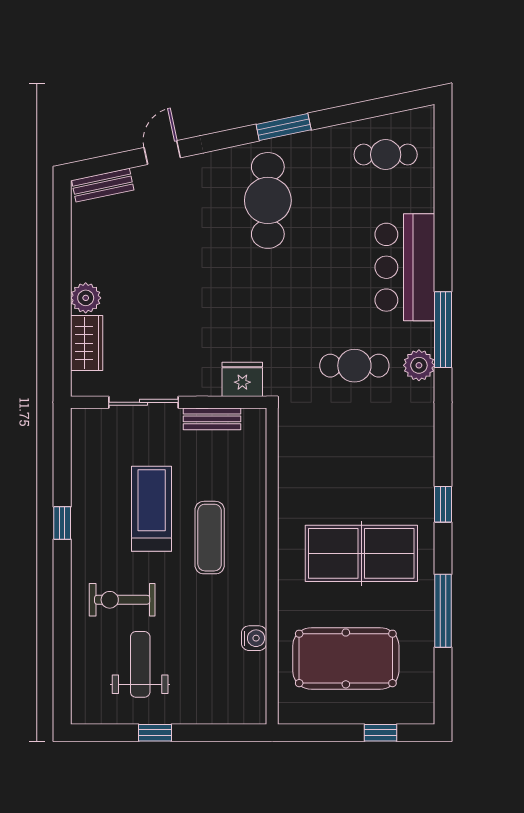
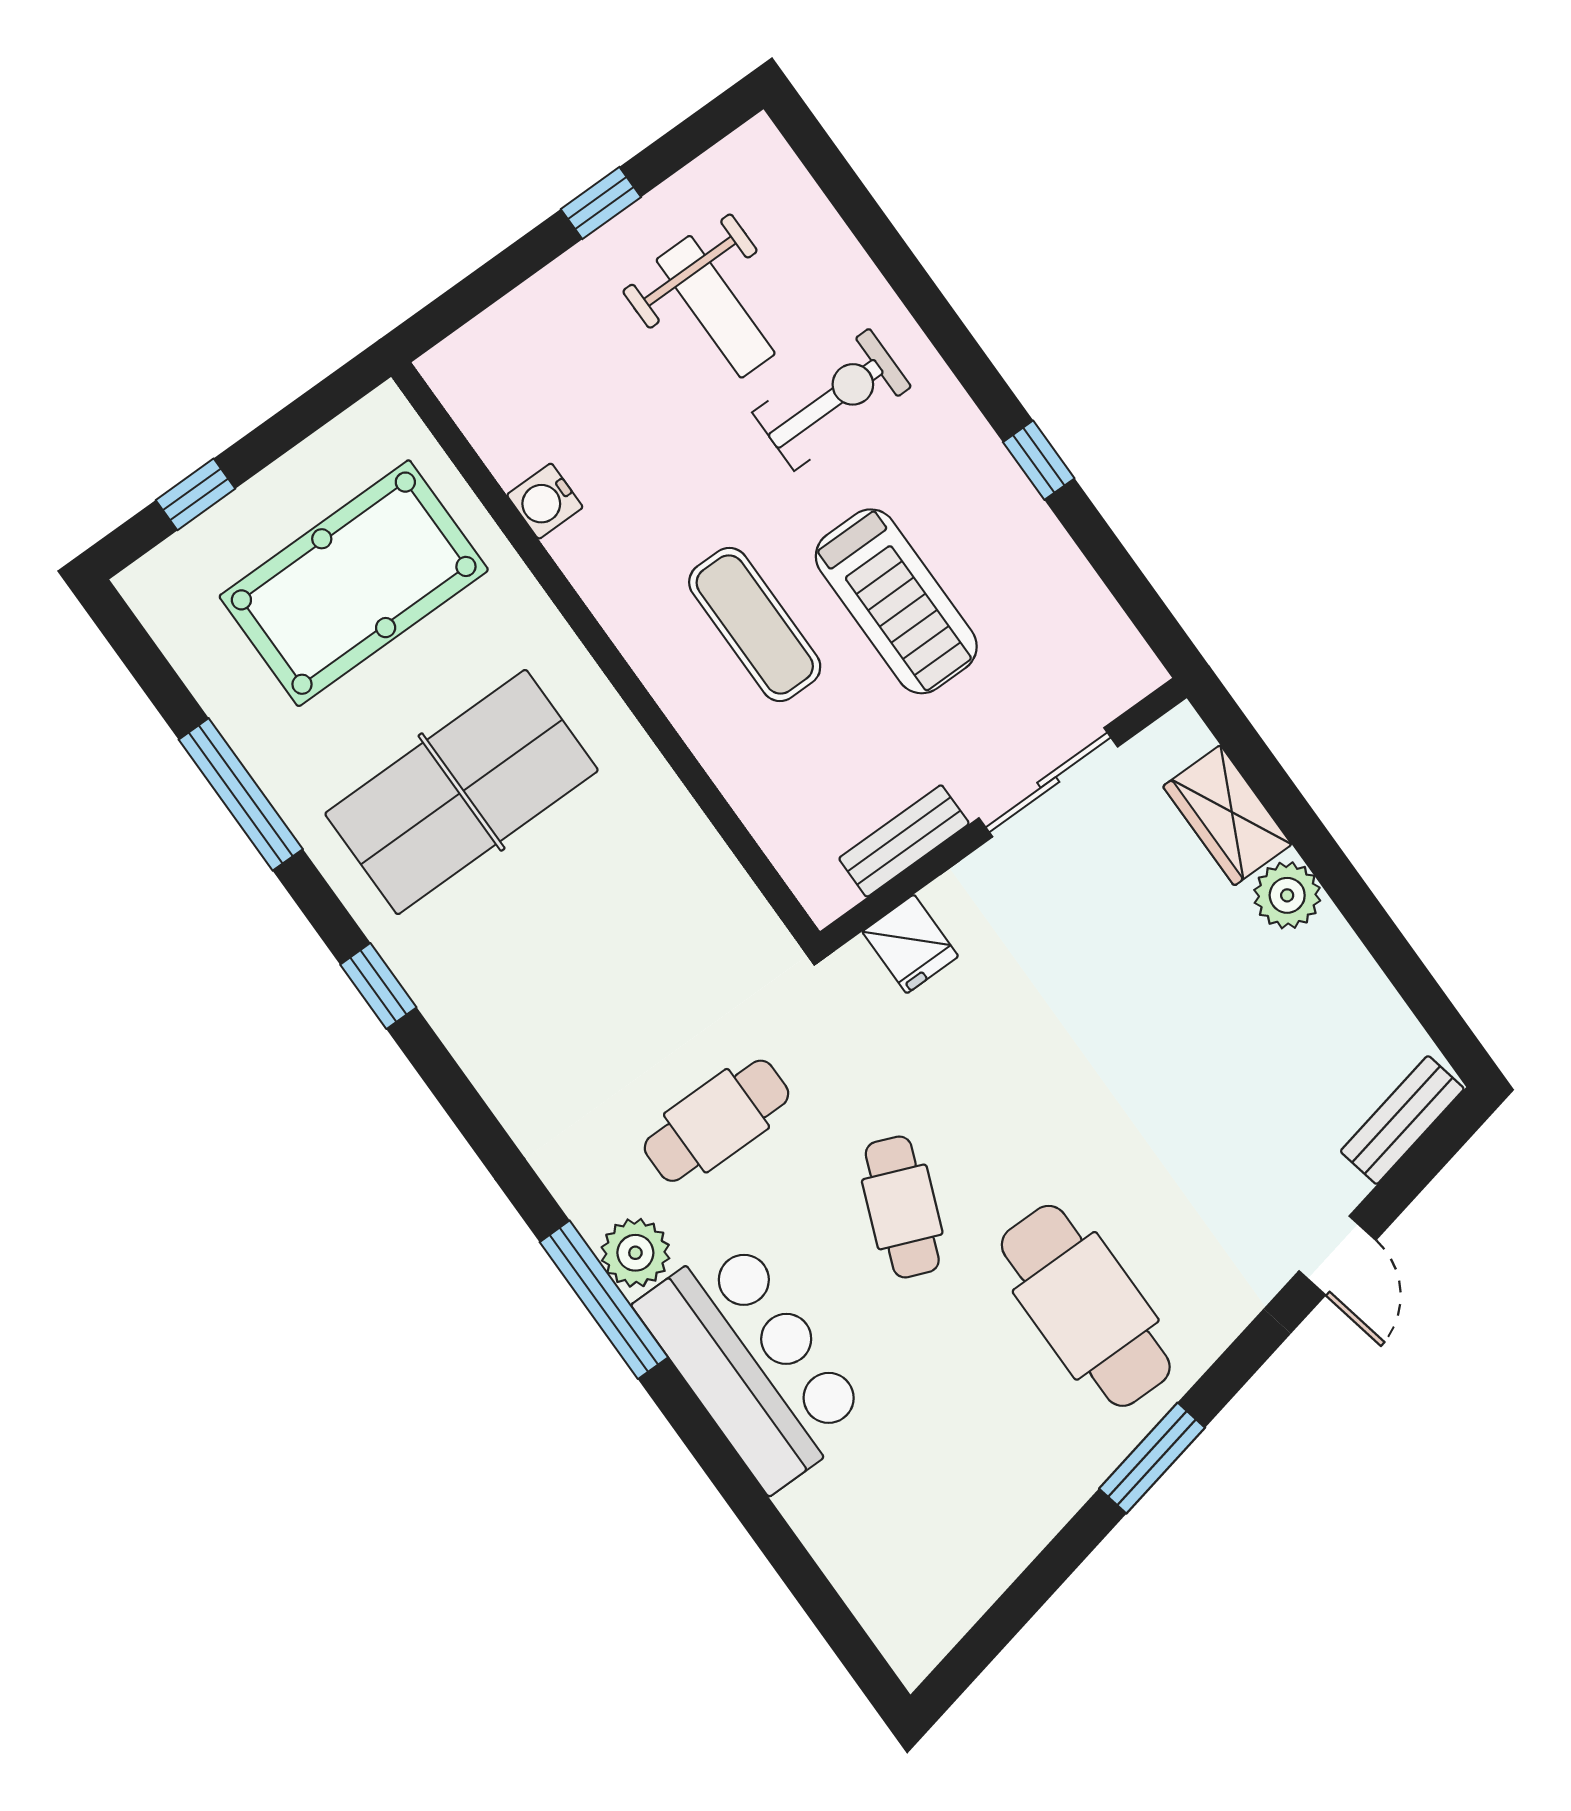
cafe table: (386, 155) -> (902, 1207), moved, turned -68
plant: (419, 365) -> (635, 1253), moved
fridge: (242, 379) -> (910, 944), width x0.72

